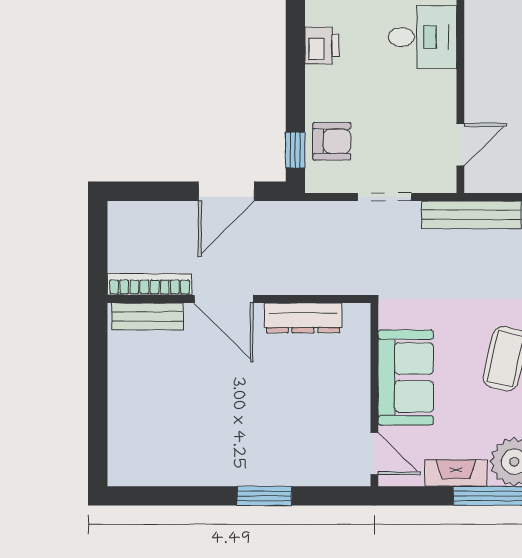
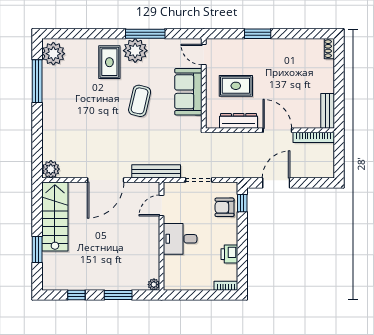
desk: (423, 37) -> (180, 239), moved
bench: (148, 316) -> (328, 111), moved, turned 90
rug: (309, 390) -> (236, 86), added
shoe rack: (117, 466) -> (329, 49), added
fireplace: (456, 473) -> (164, 45), removed

